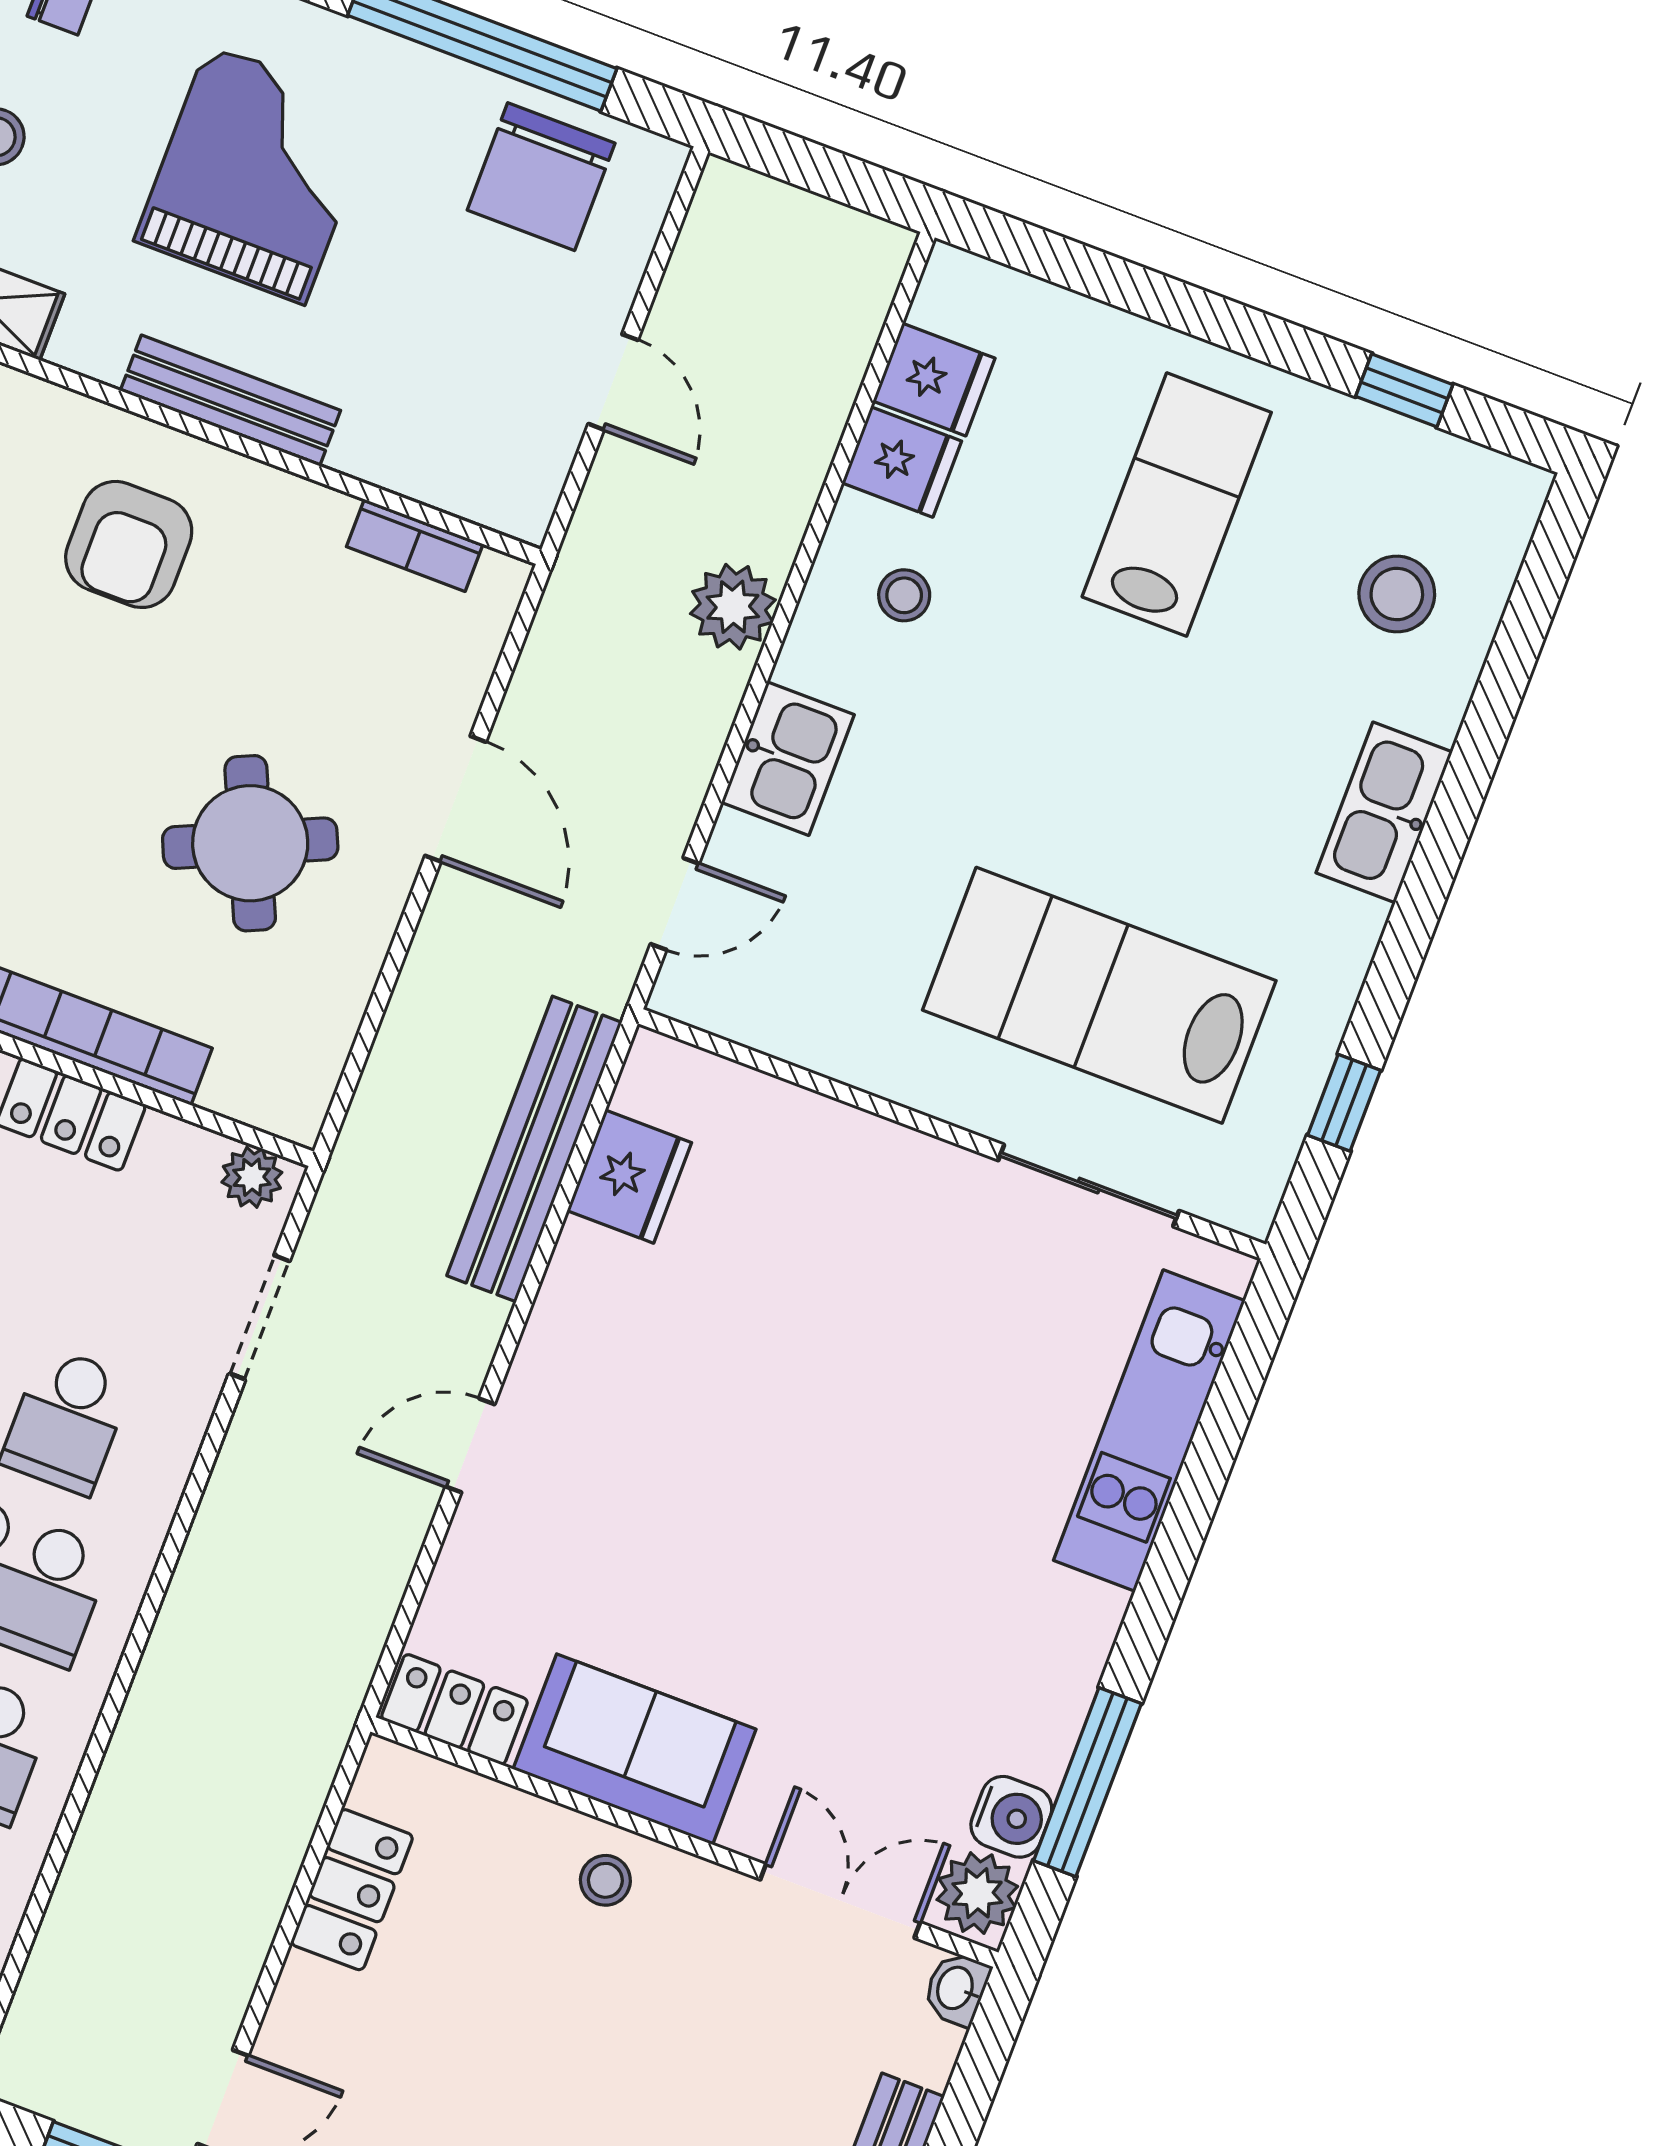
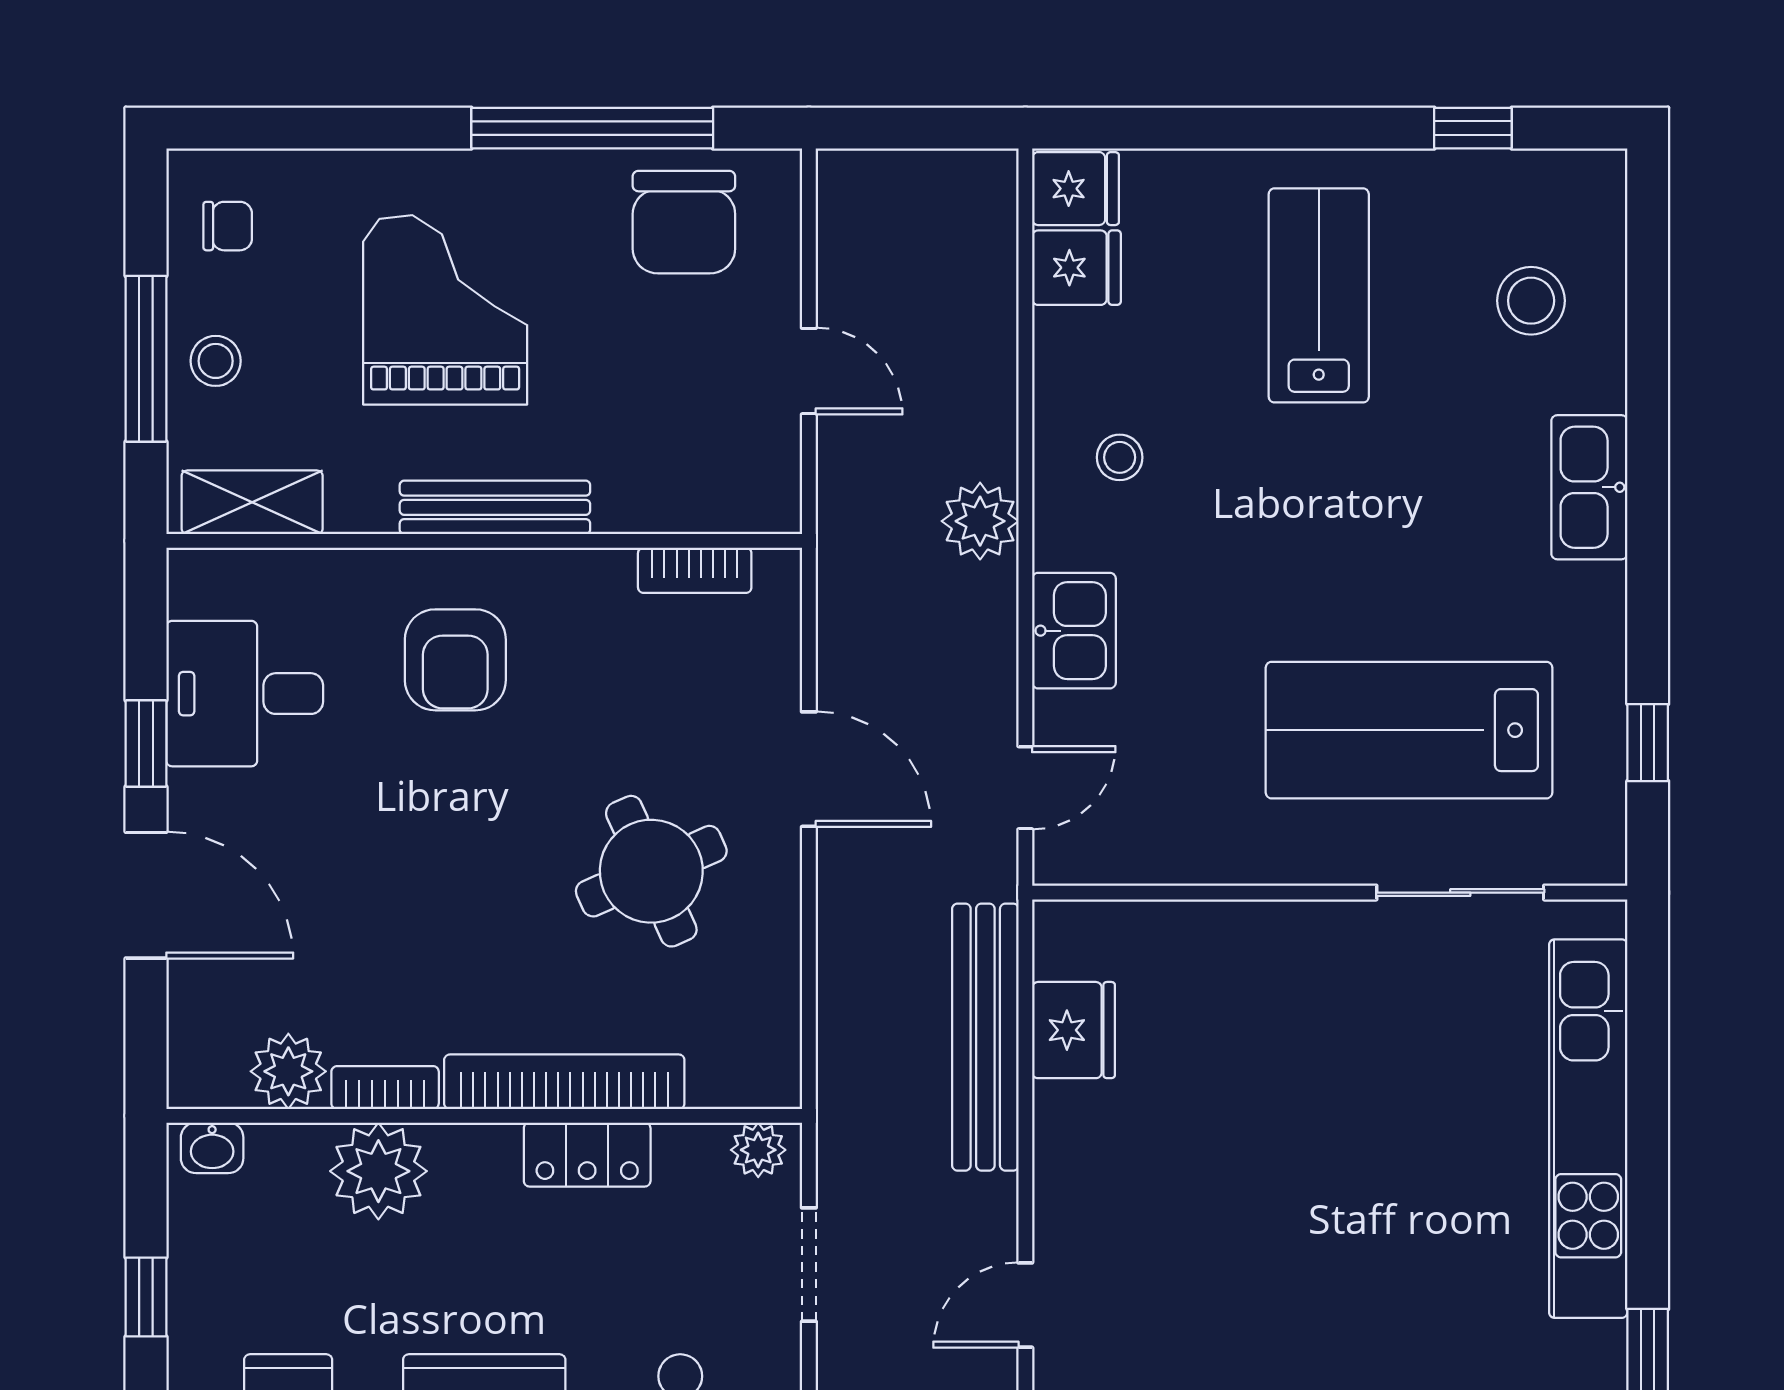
fridge: (902, 462) -> (1076, 189), moved
kitchen unit: (1149, 1430) -> (1588, 1129), width x1.36

